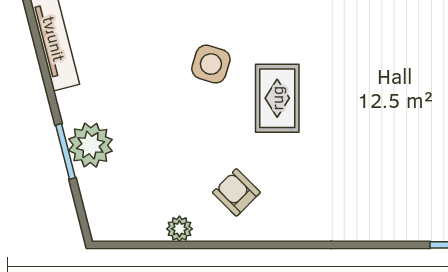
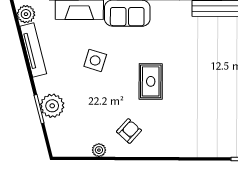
side table: (211, 64) -> (95, 60), moved
armchair: (236, 192) -> (129, 131), turned 87

